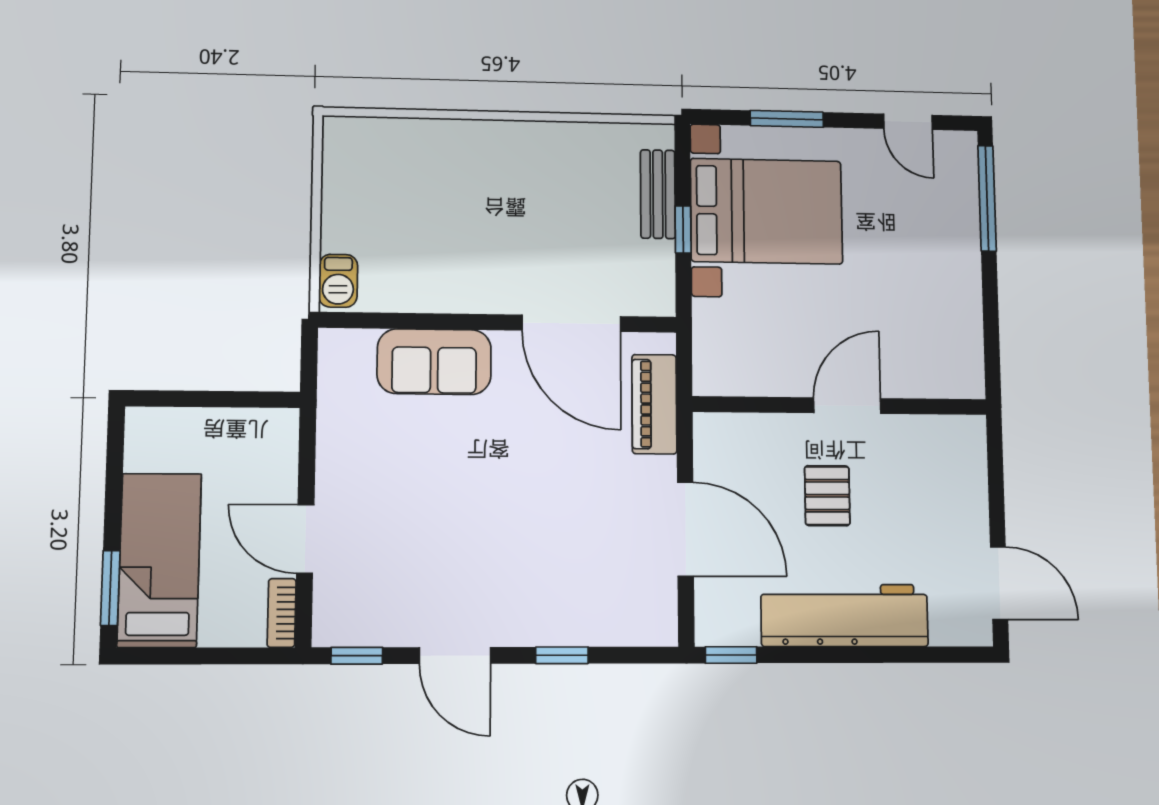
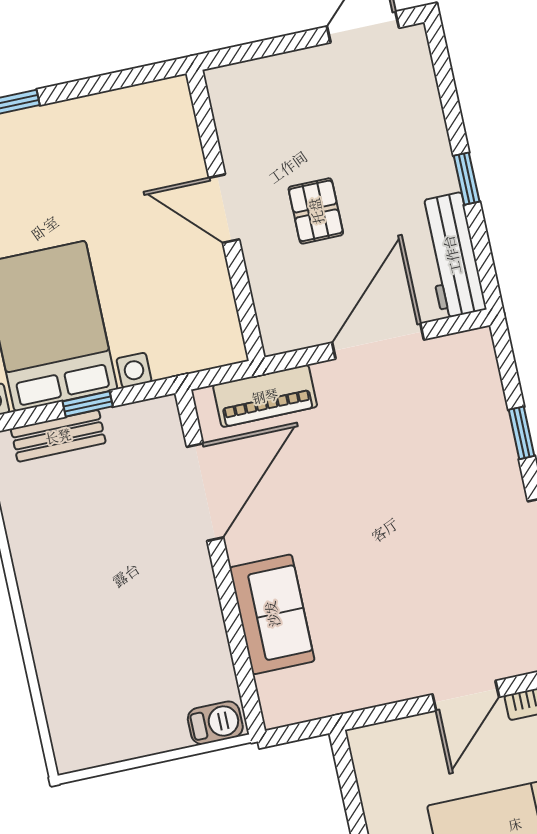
pallet: (827, 496) -> (316, 211), turned 90
workbench: (845, 615) -> (452, 255), moved, width x0.73, depth x0.76
window: (731, 655) -> (467, 179), moved

